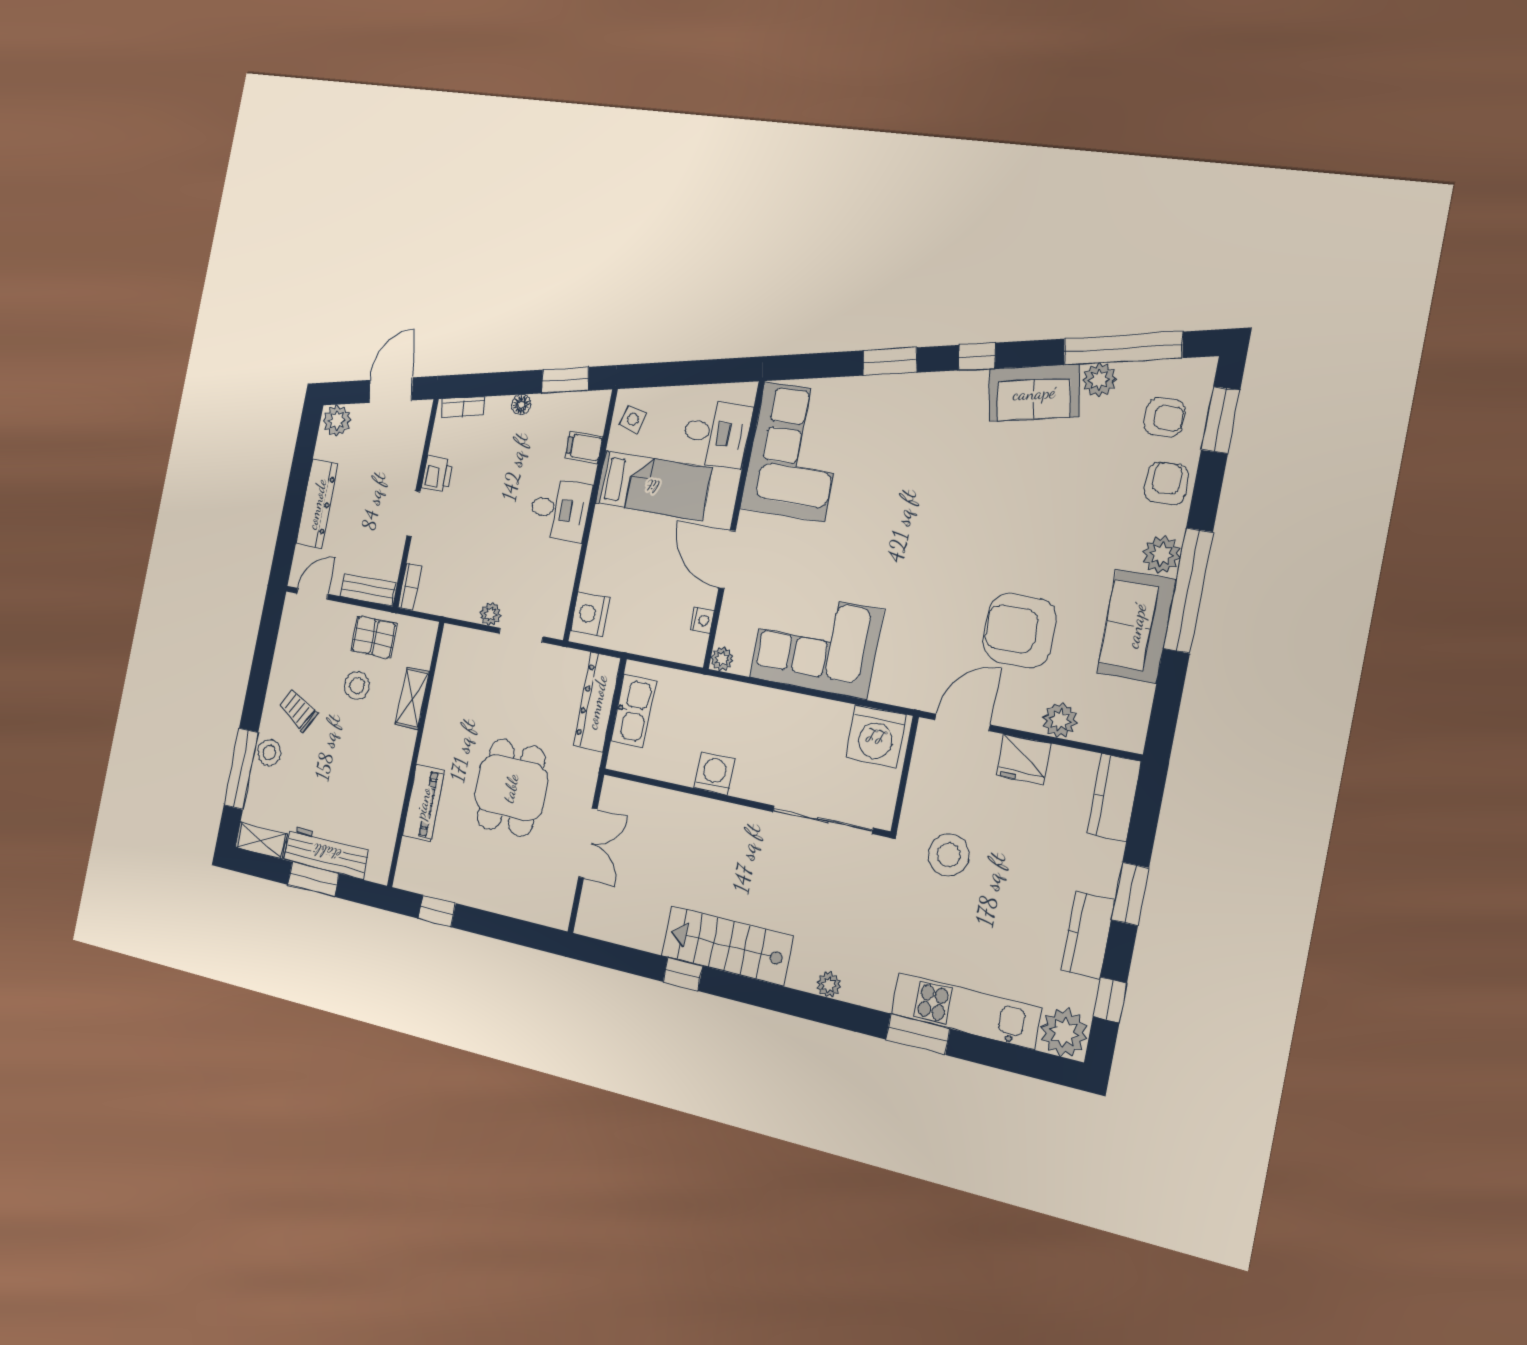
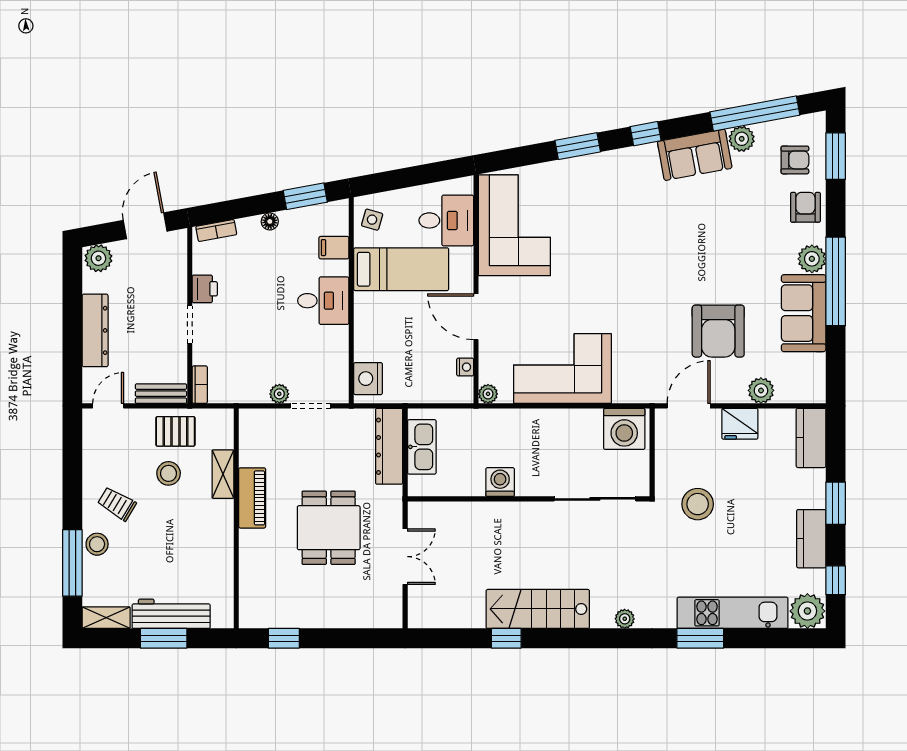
armchair: (1019, 630) -> (718, 331), turned -90
piano: (423, 803) -> (252, 498), moved

